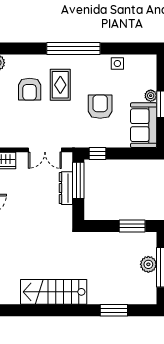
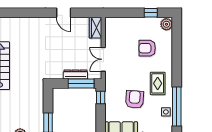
window: (73, 48) -> (177, 106), moved
rug: (60, 85) -> (158, 83), moved, turned 90
armchair: (100, 107) -> (135, 99), turned -86

